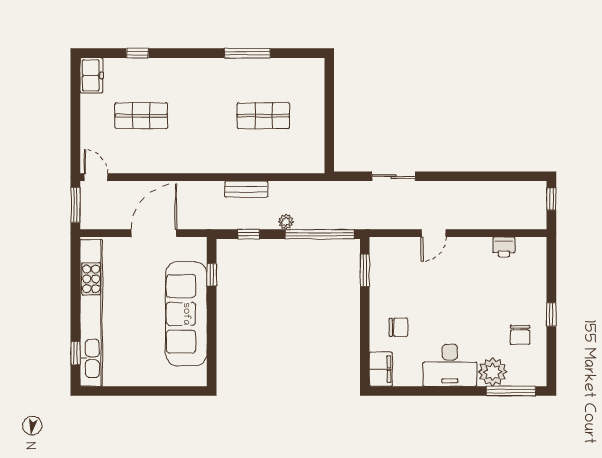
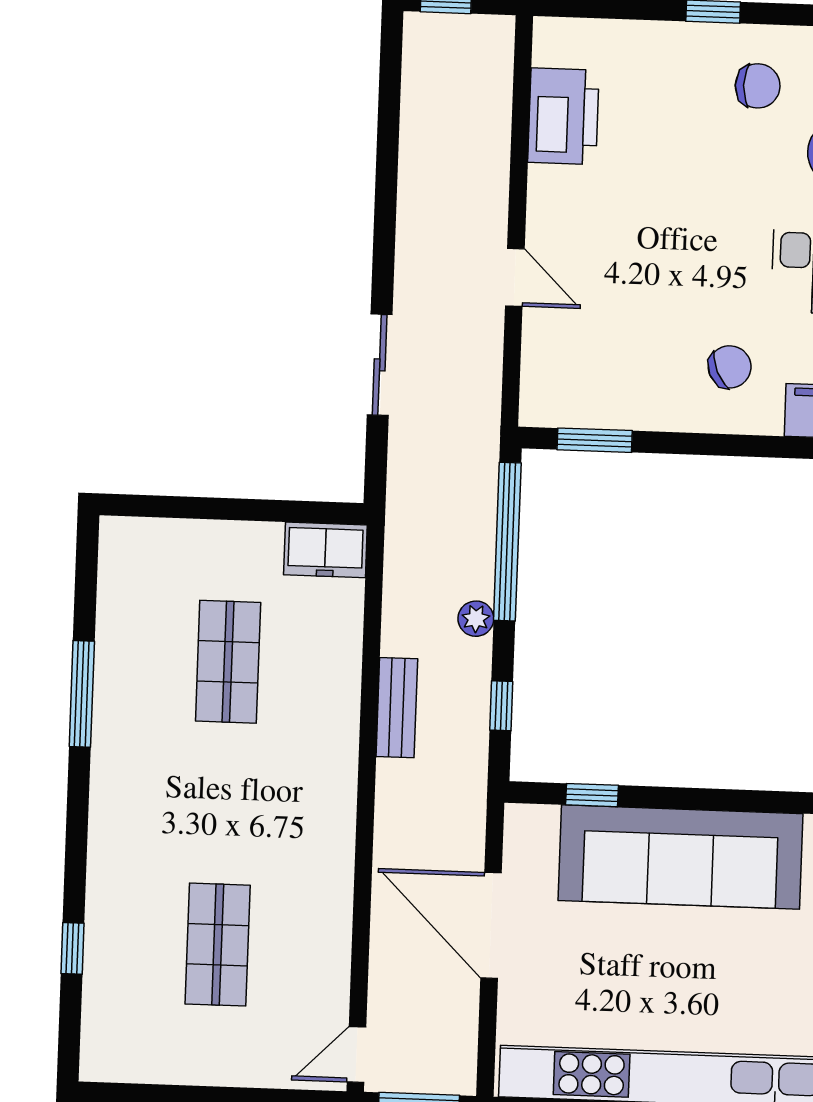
freezer: (92, 75) -> (325, 550), moved, turned 180
printer: (504, 247) -> (563, 116), width x1.87, depth x1.48
chair: (398, 327) -> (730, 367), turned 66

